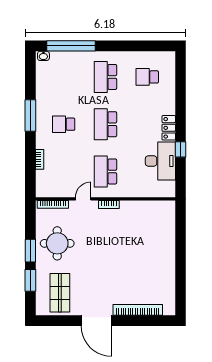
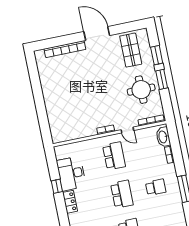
washbasin: (43, 182) -> (163, 137), added
door: (83, 199) -> (127, 130), hinge flipped

